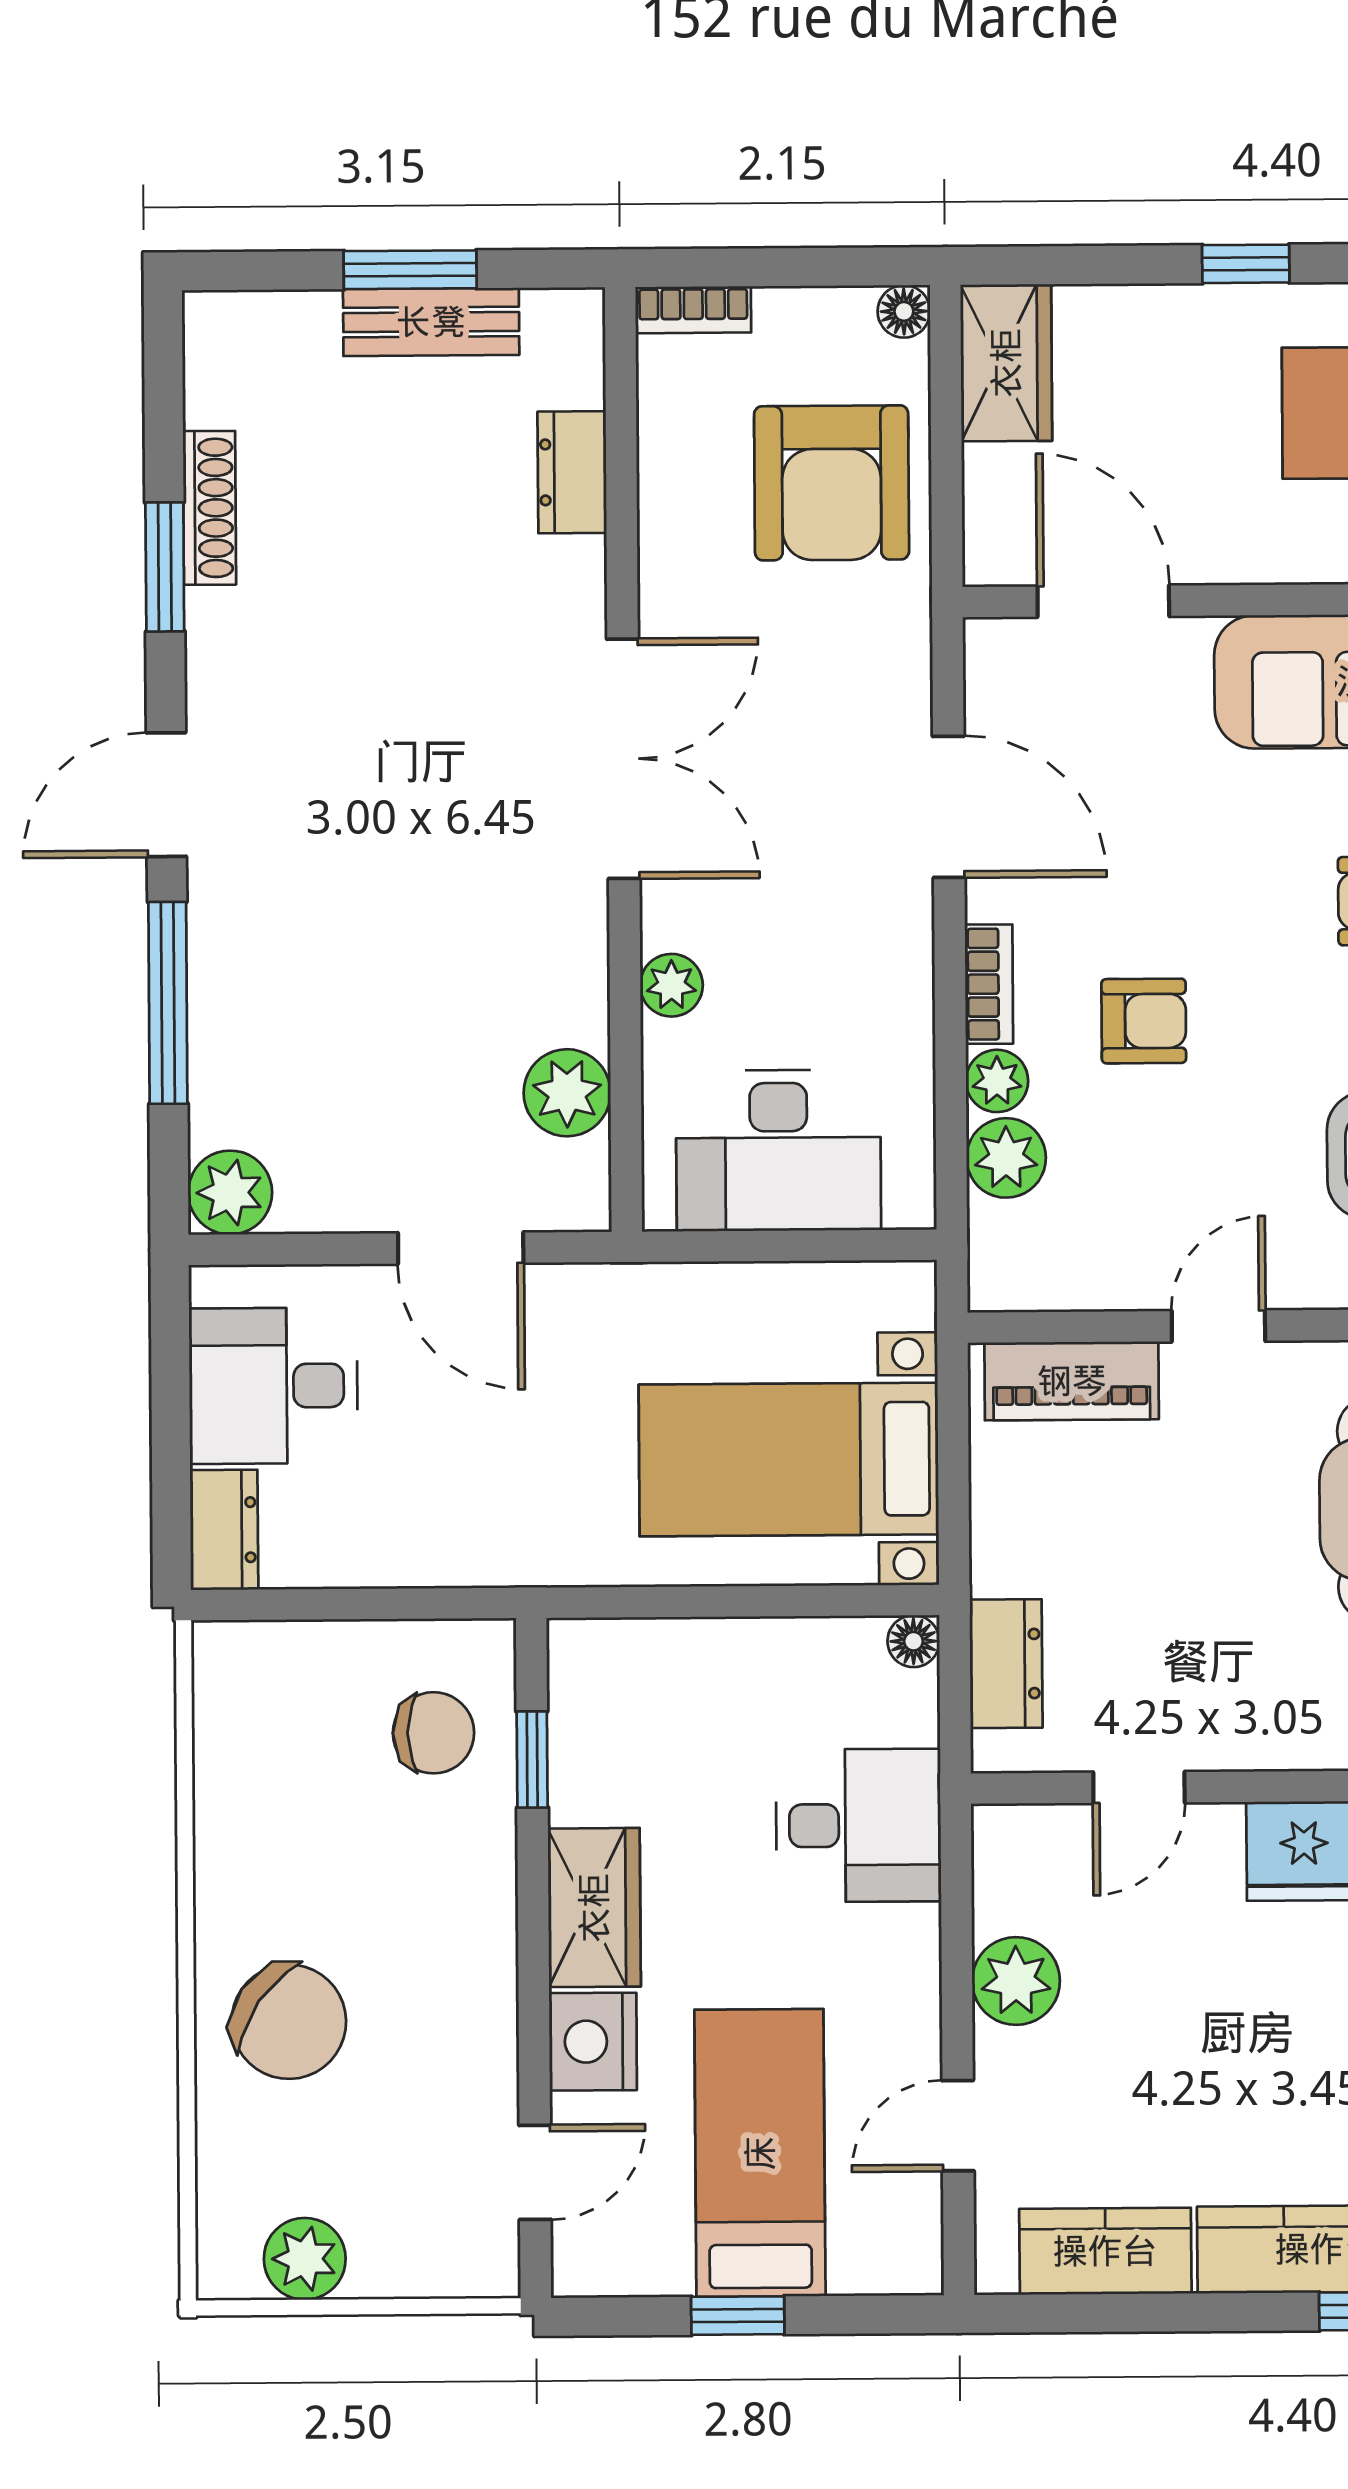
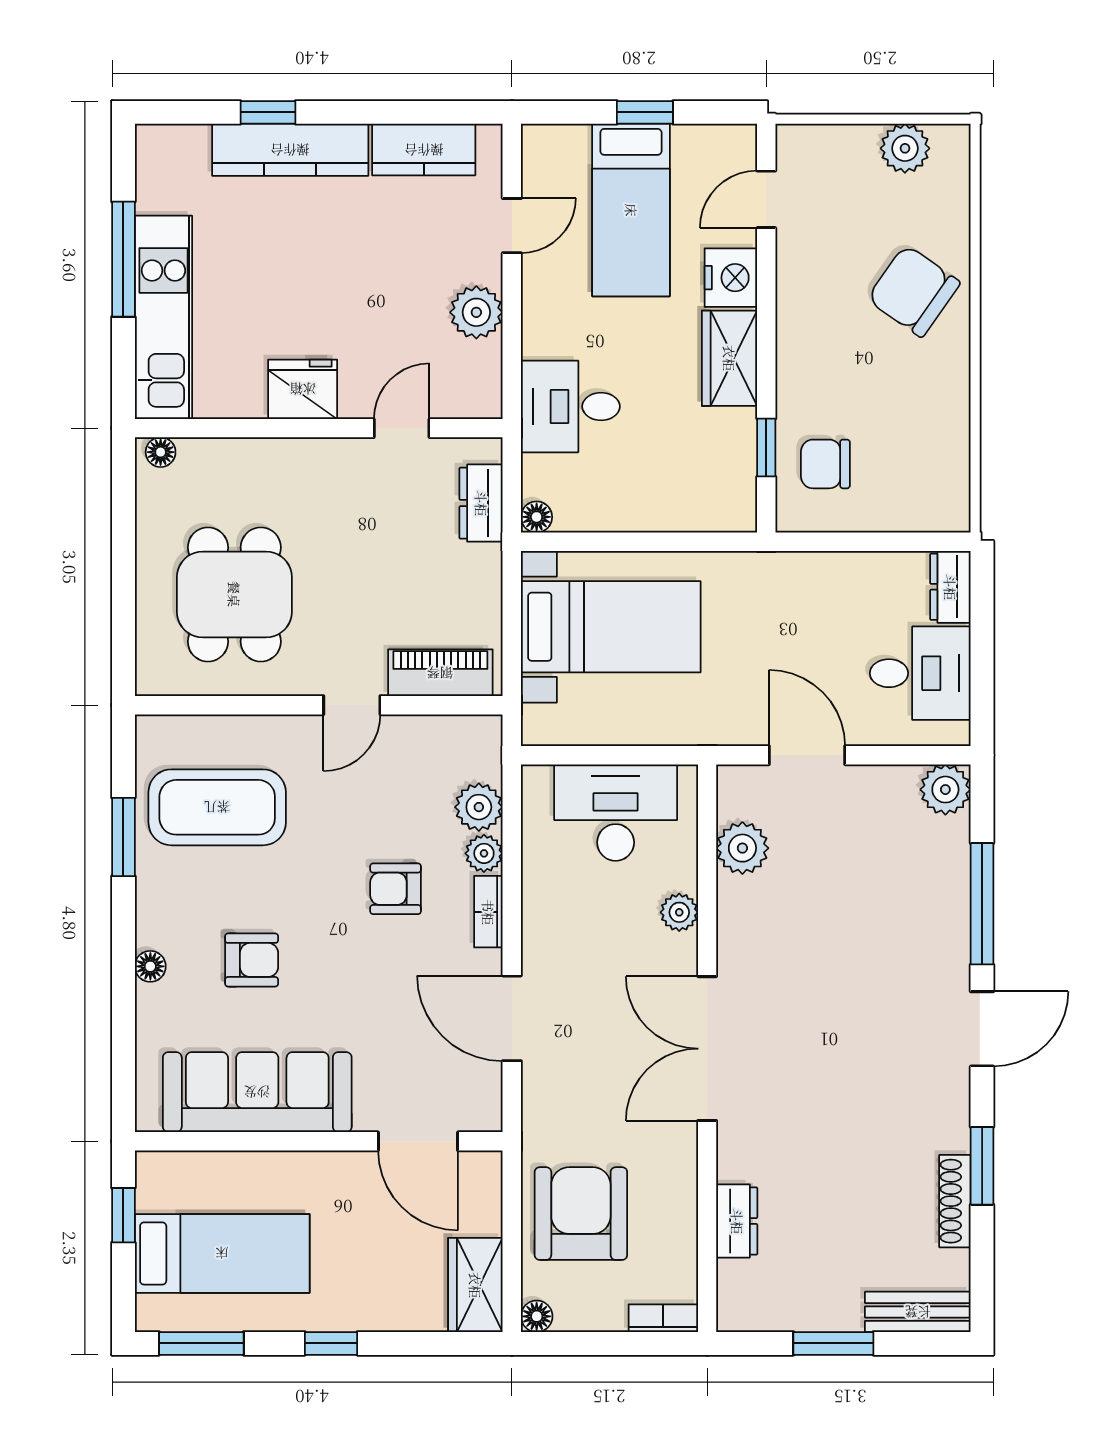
bench: (431, 322) -> (918, 1312), moved

